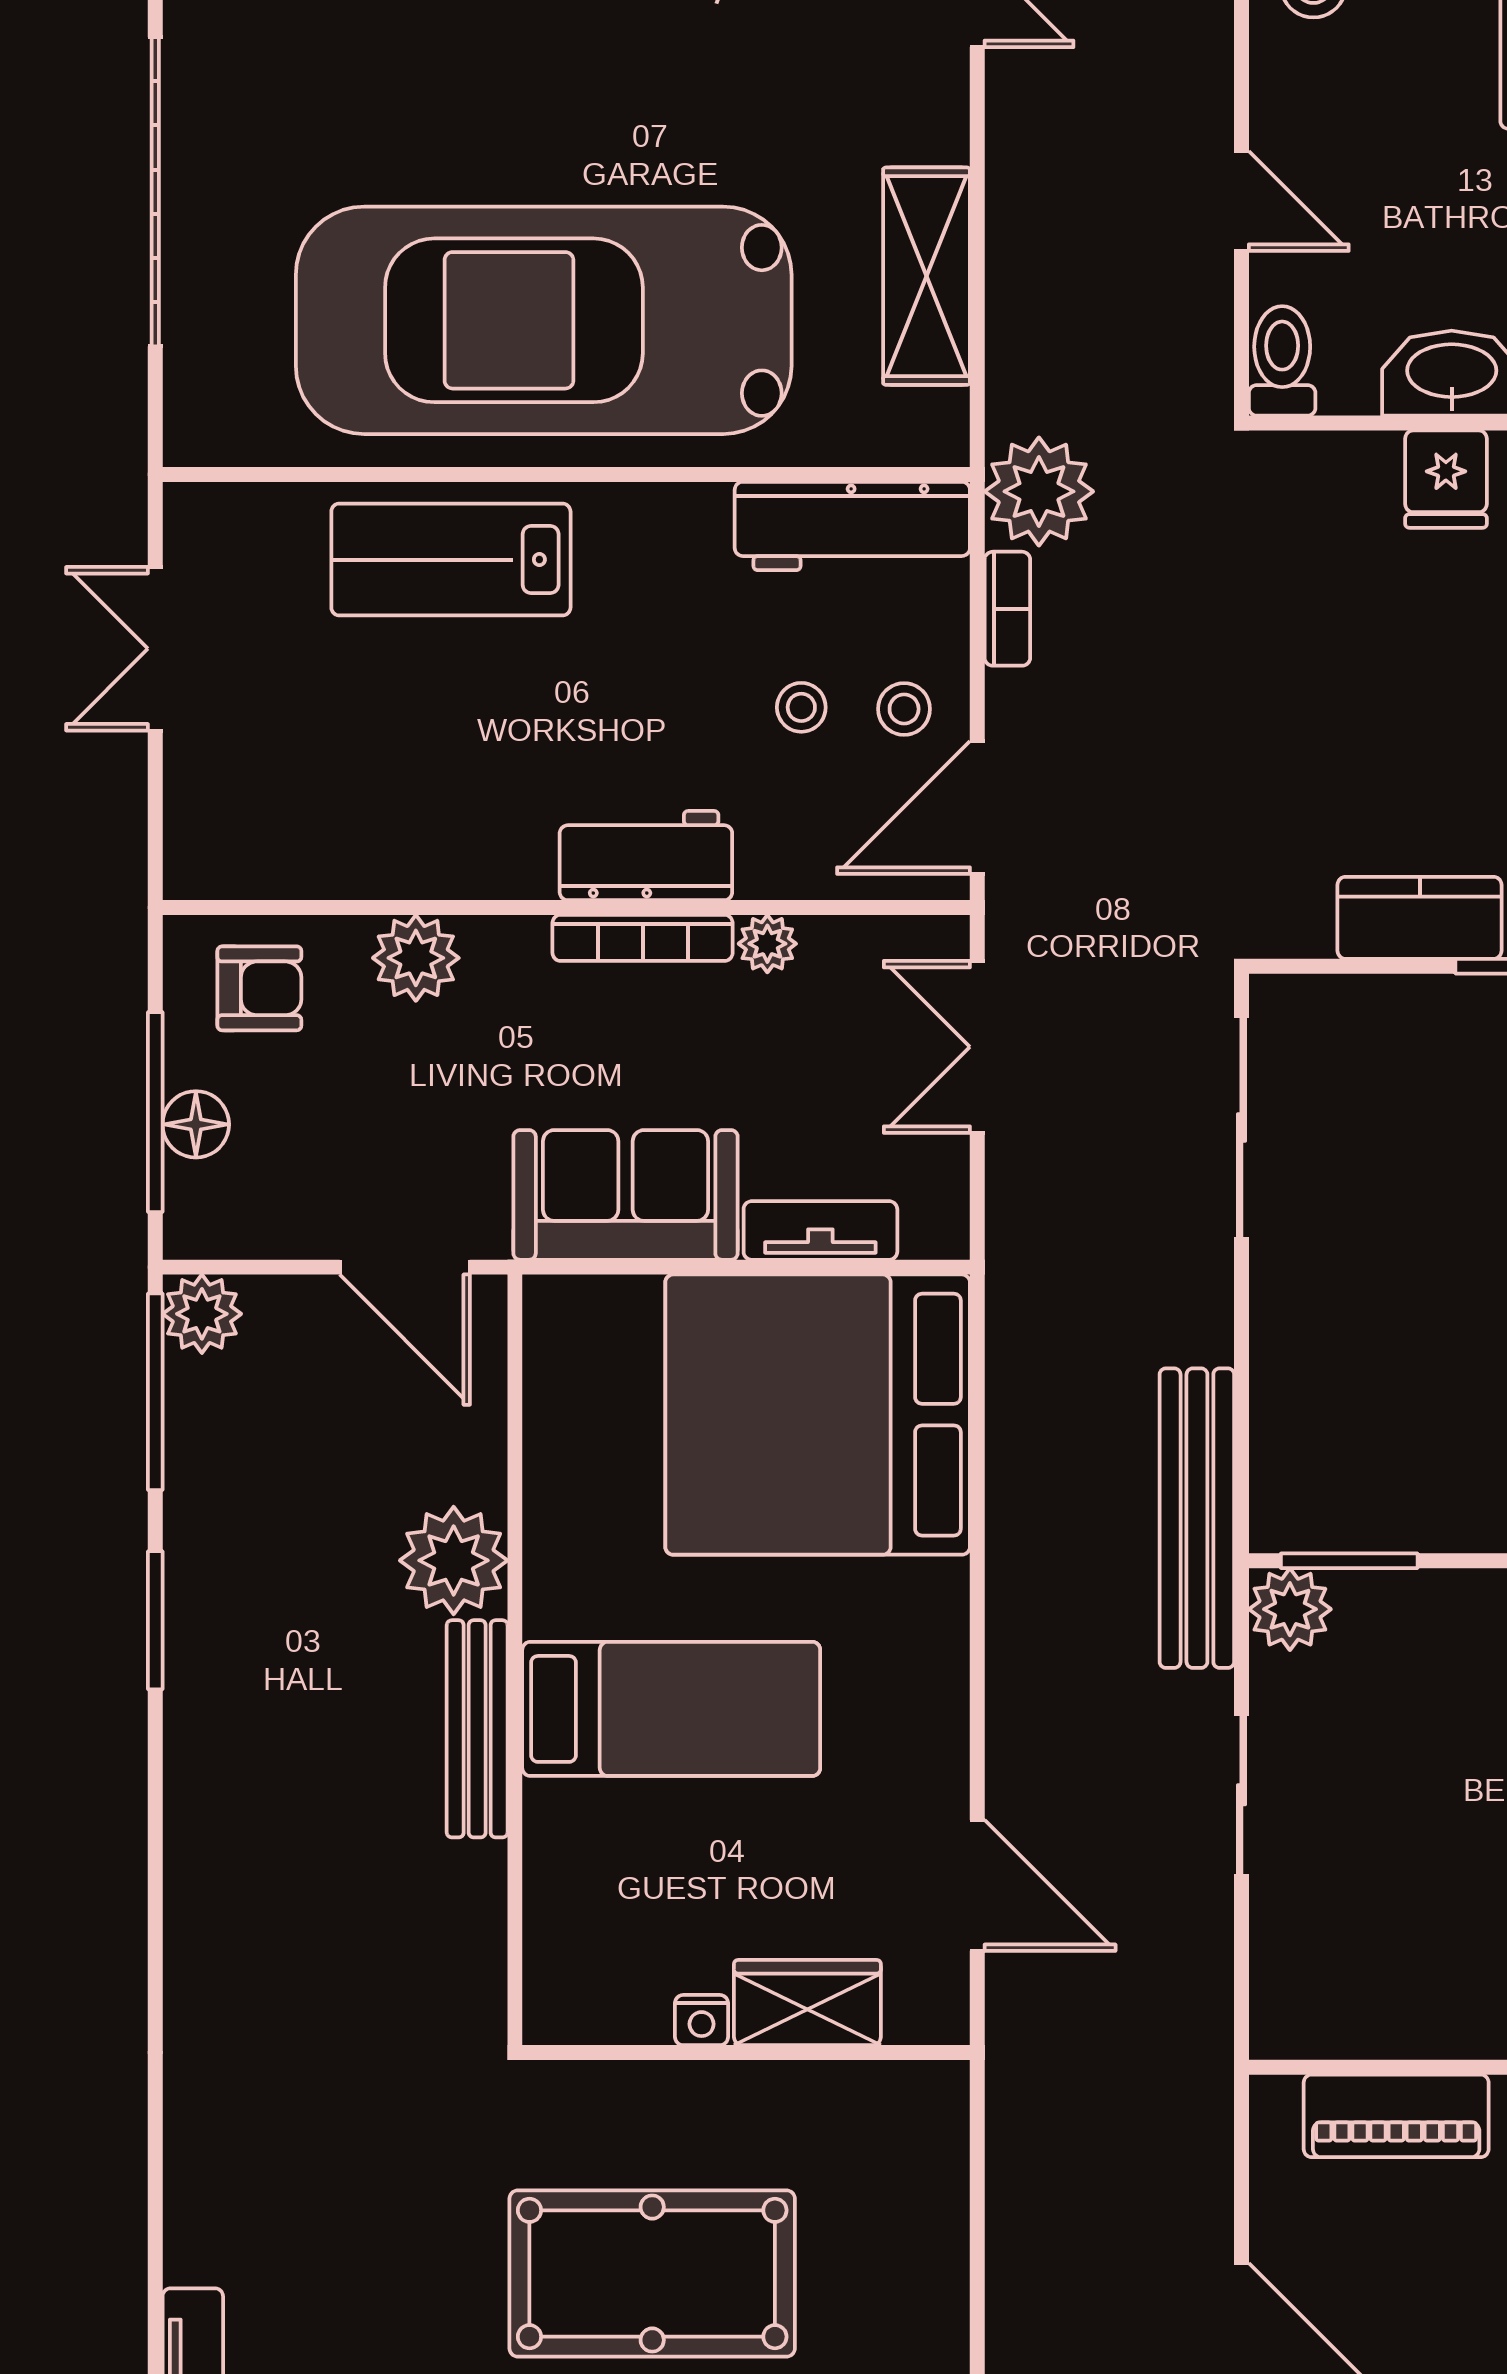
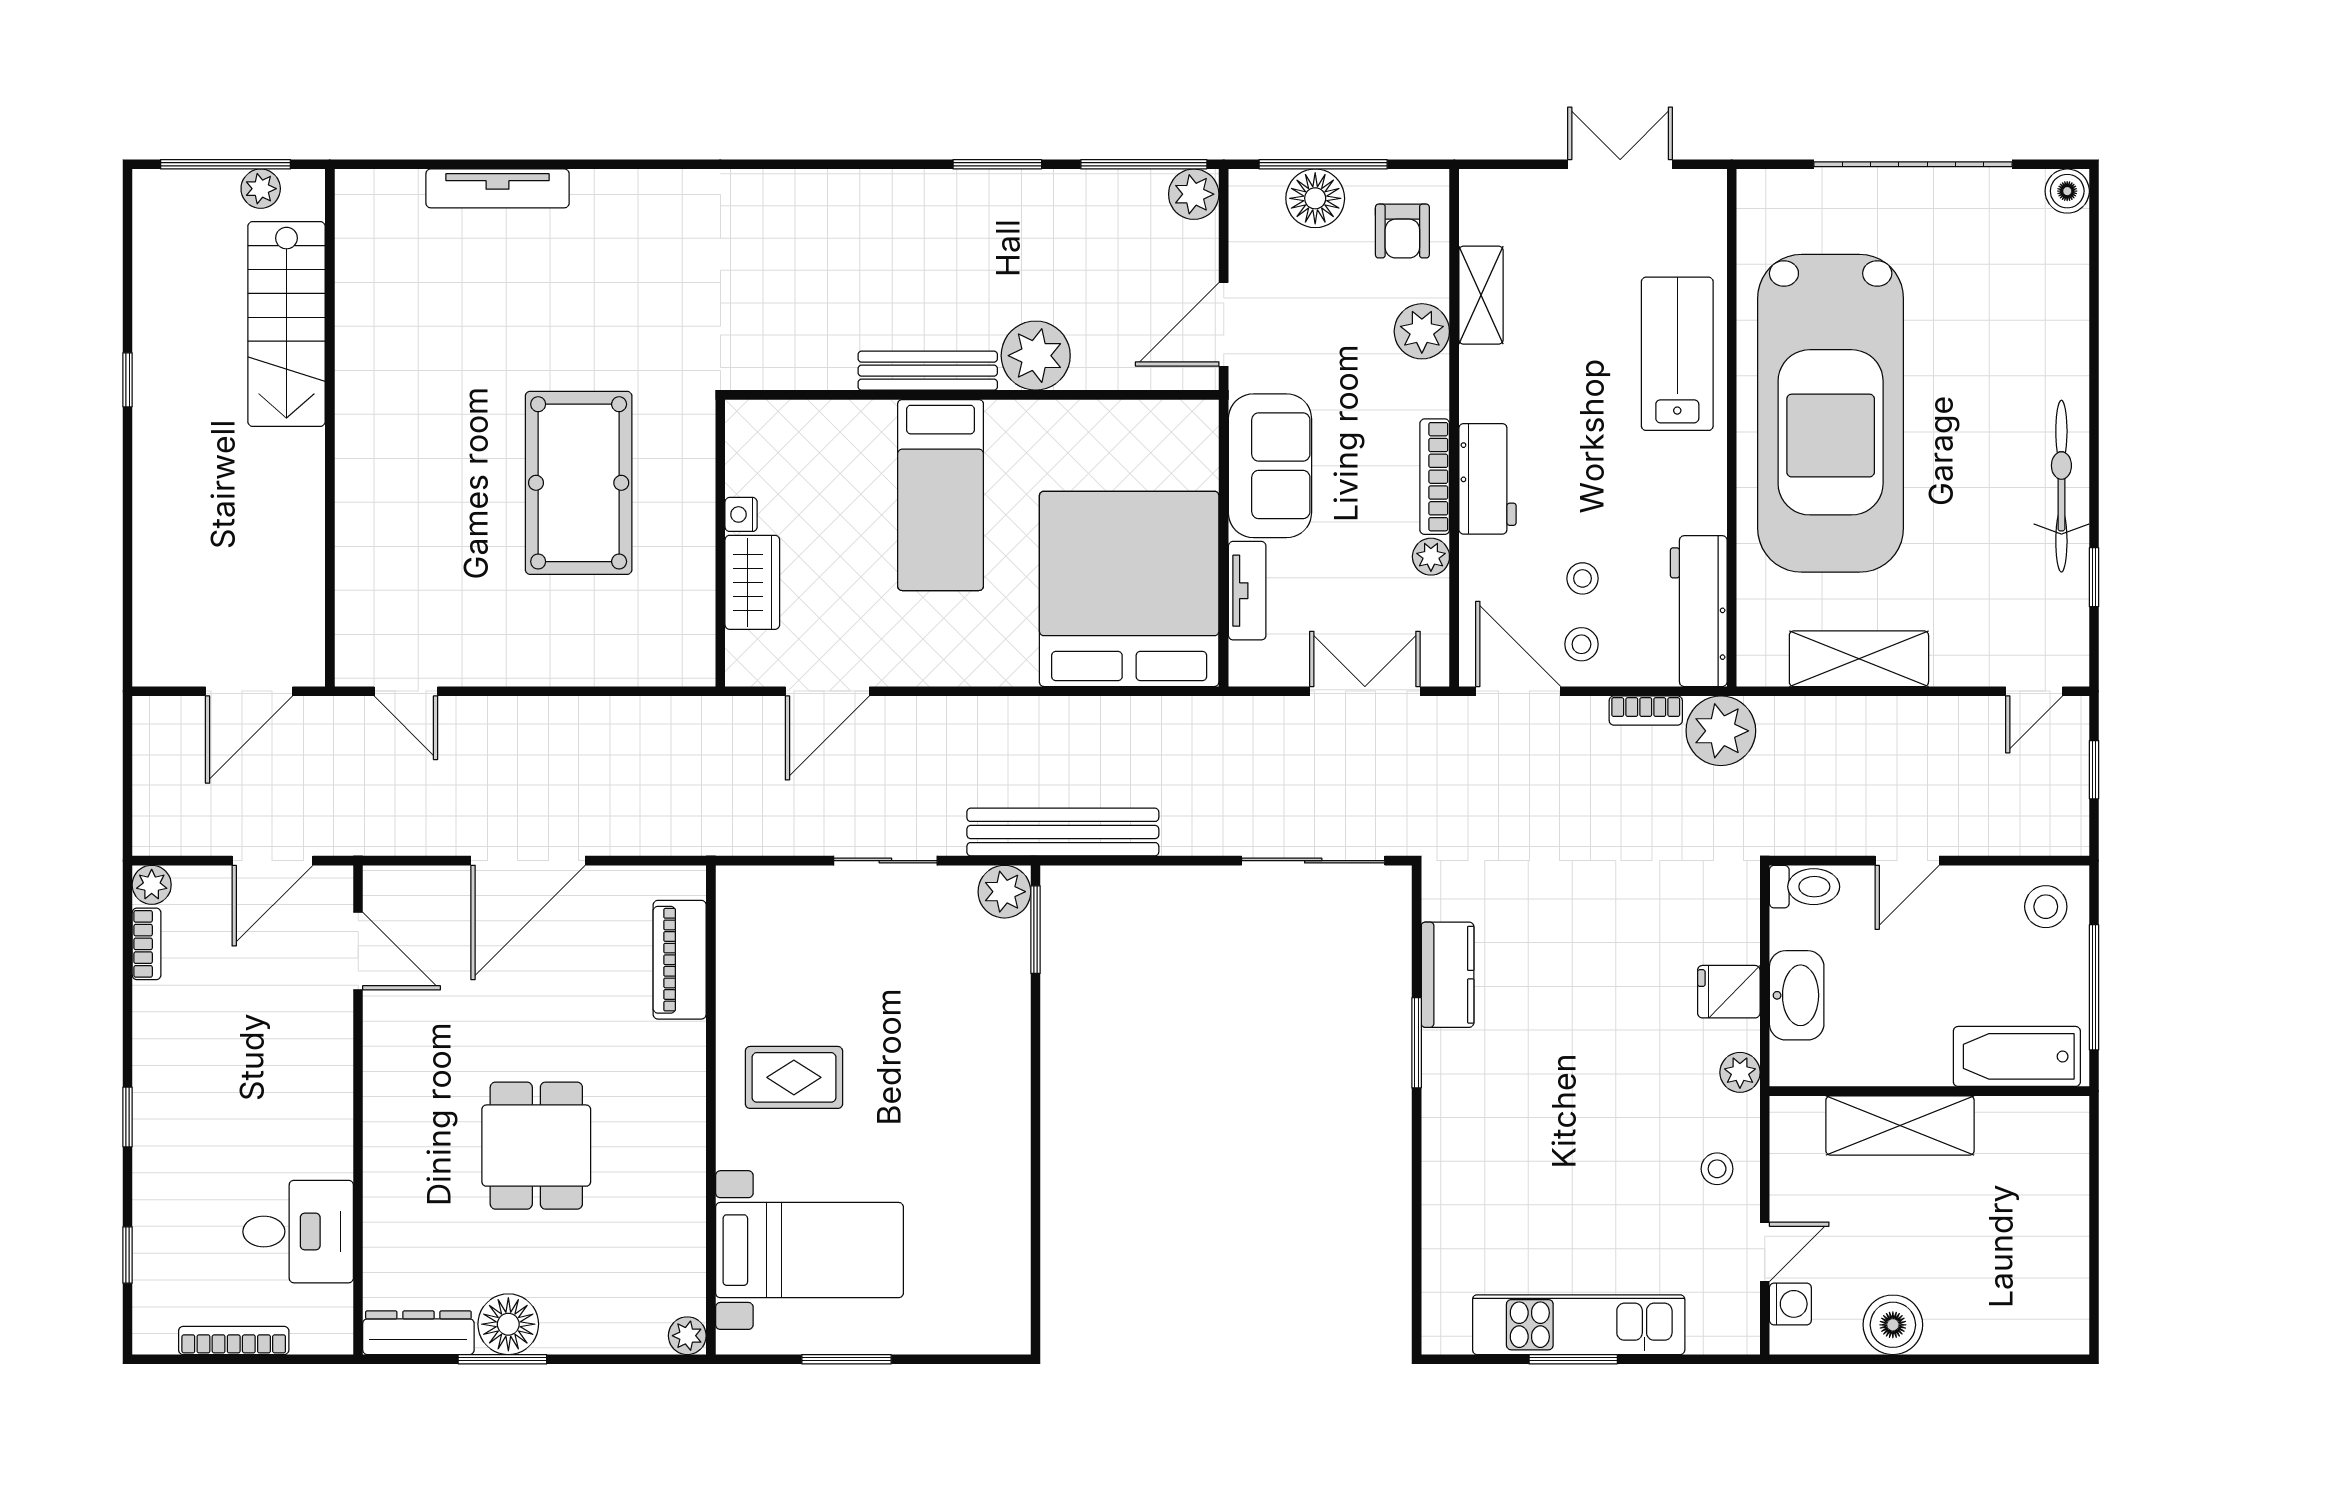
car: (544, 320) -> (1831, 413), turned 180
shelving: (359, 866) -> (1481, 295), added
floor lamp: (196, 1124) -> (1315, 198), width x1.38, depth x1.38

